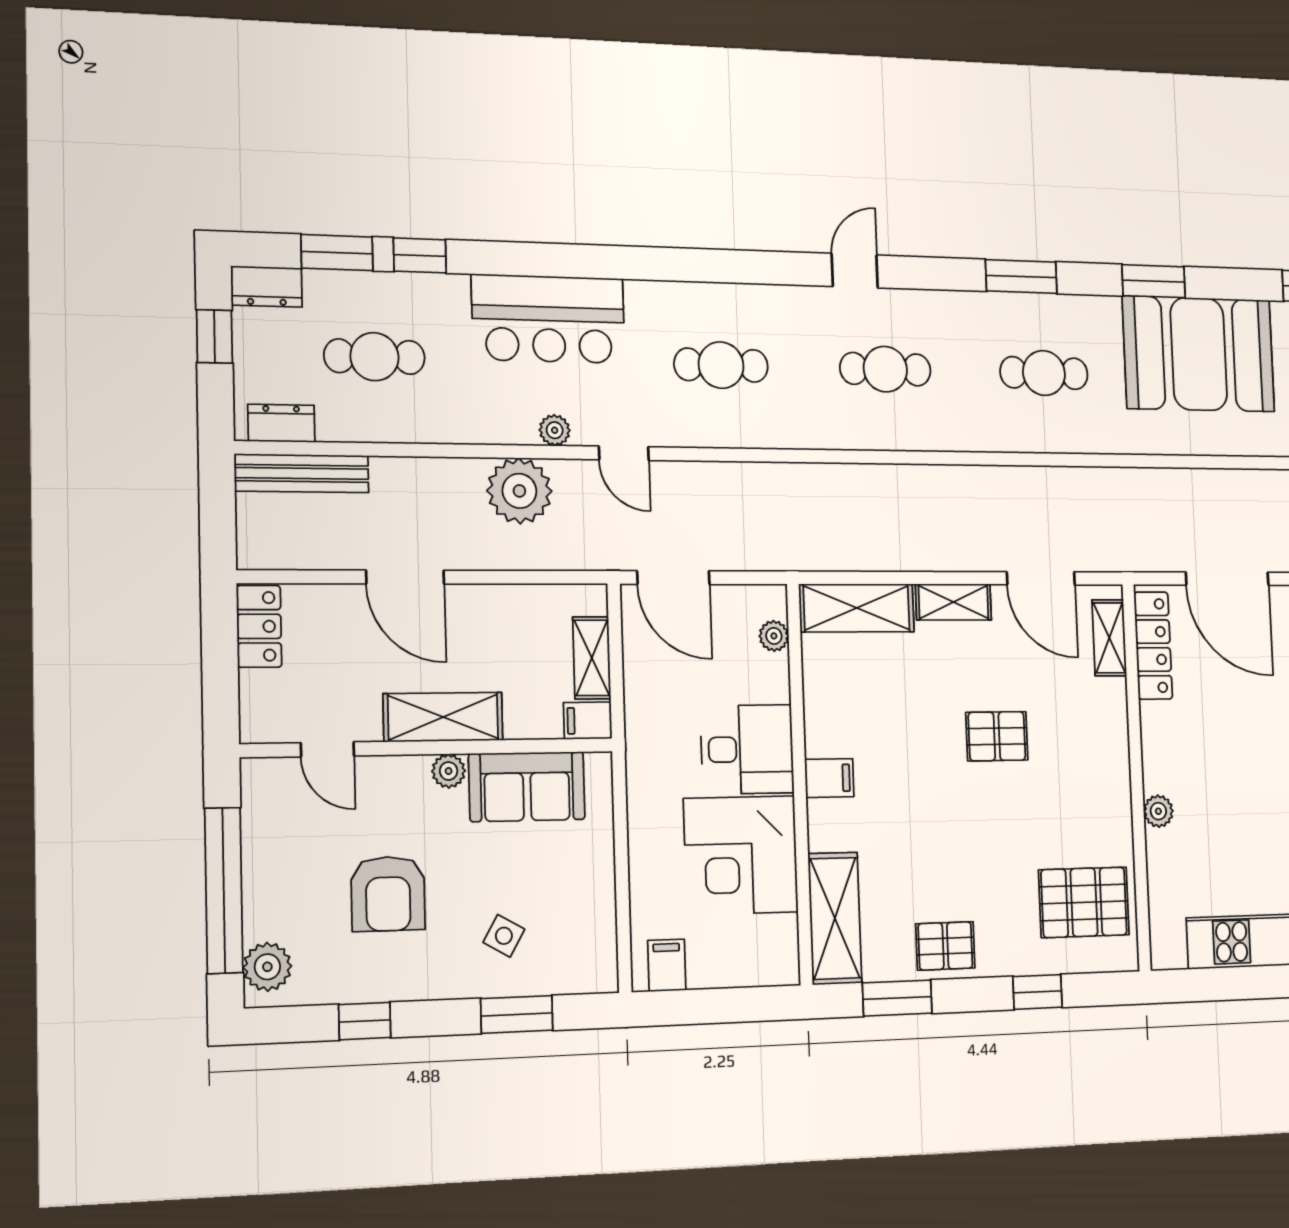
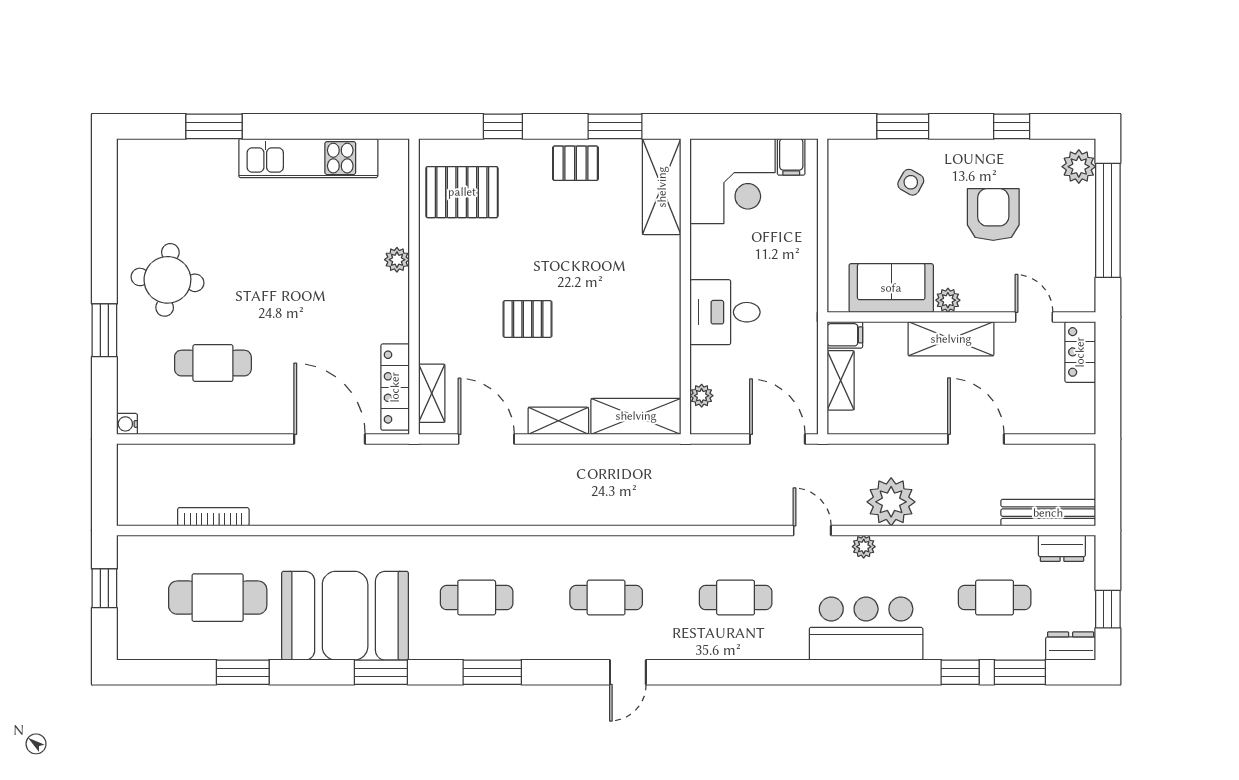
locker: (259, 626) -> (1080, 352), moved
filing cabinet: (829, 778) -> (662, 290), removed
corner desk: (741, 855) -> (732, 181), moved, turned 90

